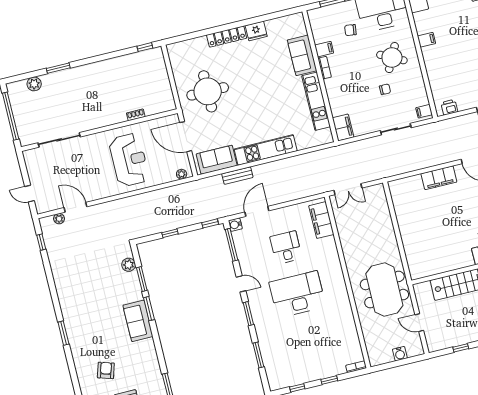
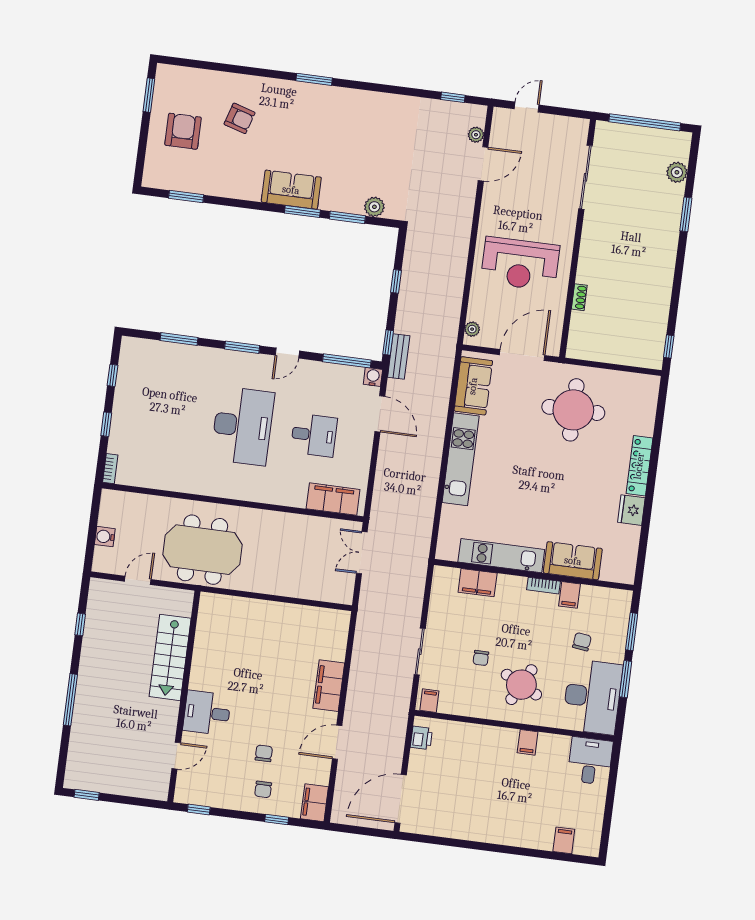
filing cabinet: (343, 127) -> (478, 583), moved
bench: (237, 176) -> (399, 357), moved

